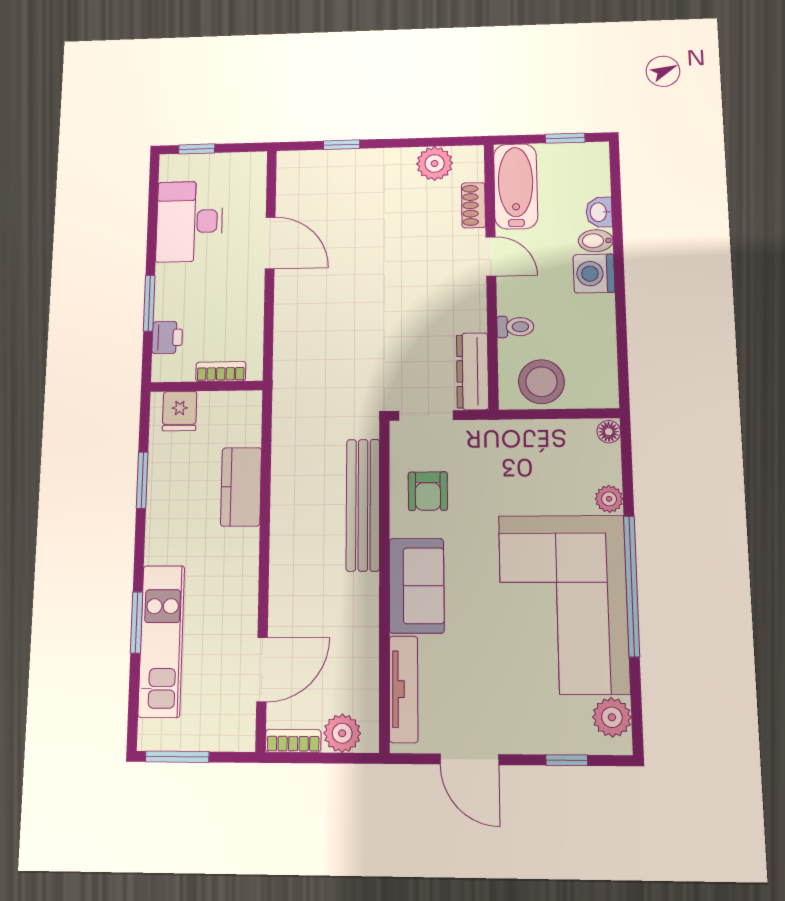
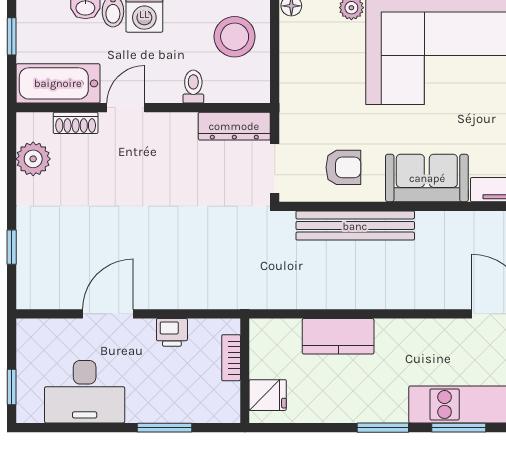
printer: (167, 337) -> (172, 332), moved, turned 180
stool: (541, 382) -> (235, 37), moved
window: (142, 480) -> (383, 428), moved

